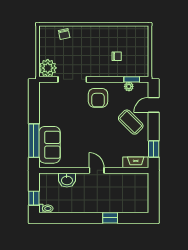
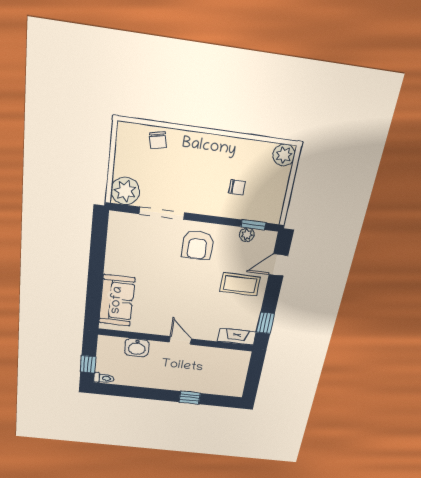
plant: (142, 32) -> (284, 155), added
coffee table: (131, 122) -> (240, 284), turned -45
window: (34, 141) -> (94, 292), removed

